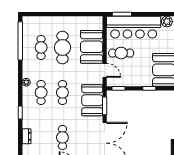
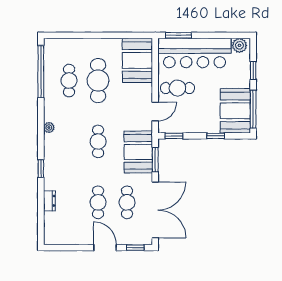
booth: (92, 47) -> (138, 60), moved
door: (105, 70) -> (155, 112), hinge flipped
cafe table: (41, 92) -> (127, 202), moved

